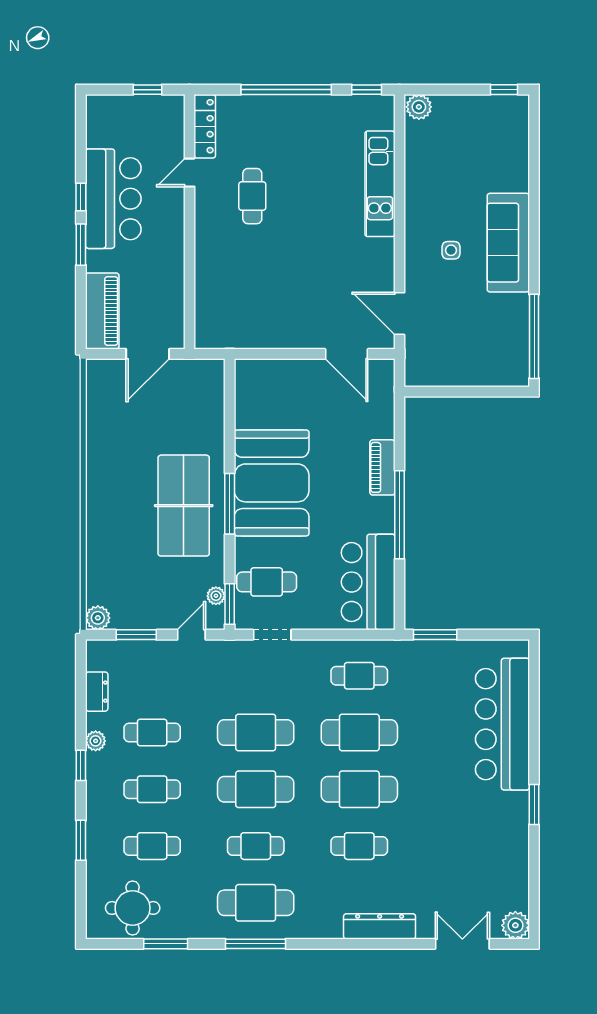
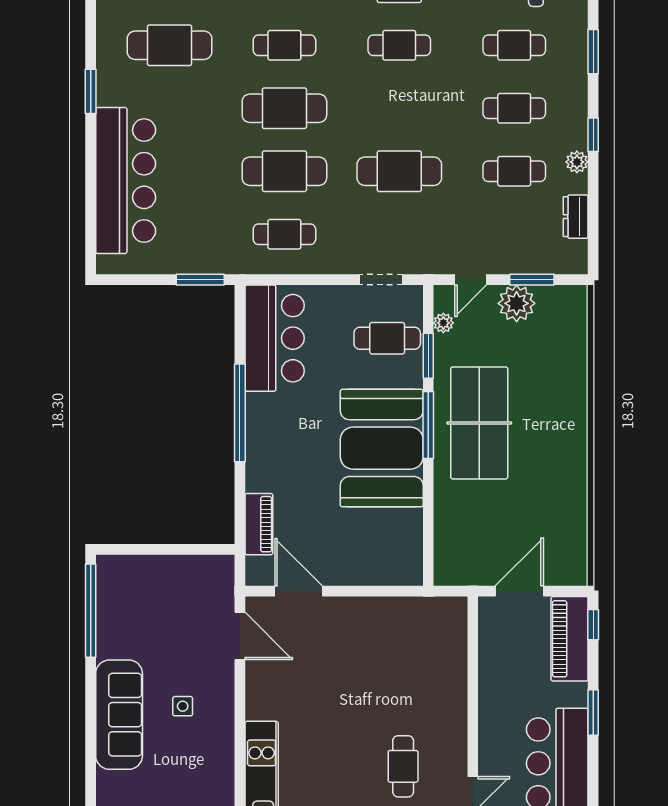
window: (81, 197) -> (593, 625), moved
piano: (382, 467) -> (259, 524), moved
window: (230, 604) -> (428, 356), moved
plant: (98, 618) -> (517, 303), moved, width x1.36, depth x1.36
cafe table: (256, 789) -> (170, 45), moved

